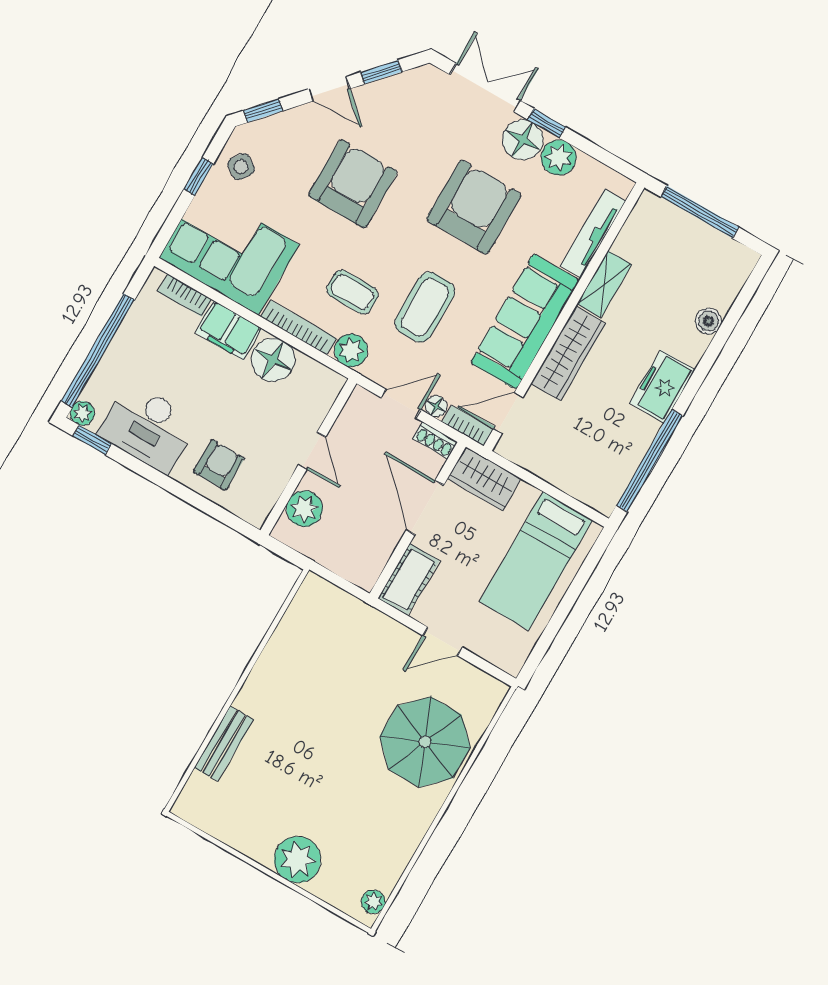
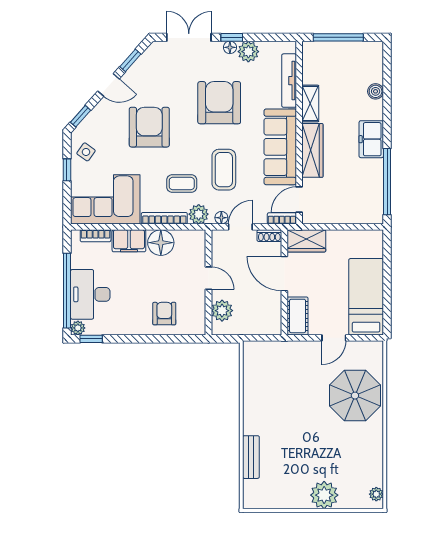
floor lamp: (523, 140) -> (230, 47), width x0.53, depth x0.53
floor lamp: (436, 406) -> (221, 218), moved
desk: (148, 428) -> (90, 294), moved, turned 90
bed: (536, 561) -> (366, 297), moved, turned 180

